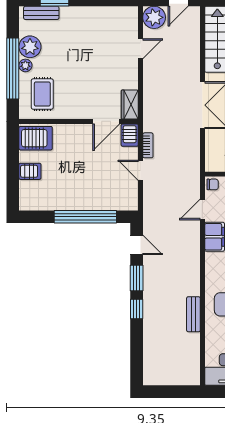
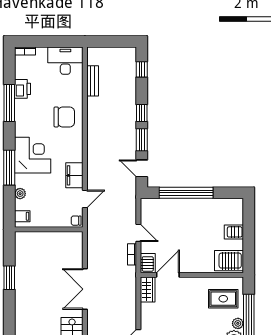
rug: (42, 94) -> (223, 299), turned 90
bench: (193, 314) -> (93, 81), moved
window: (137, 359) -> (142, 69), added

